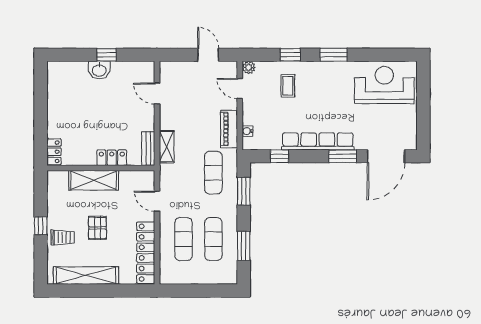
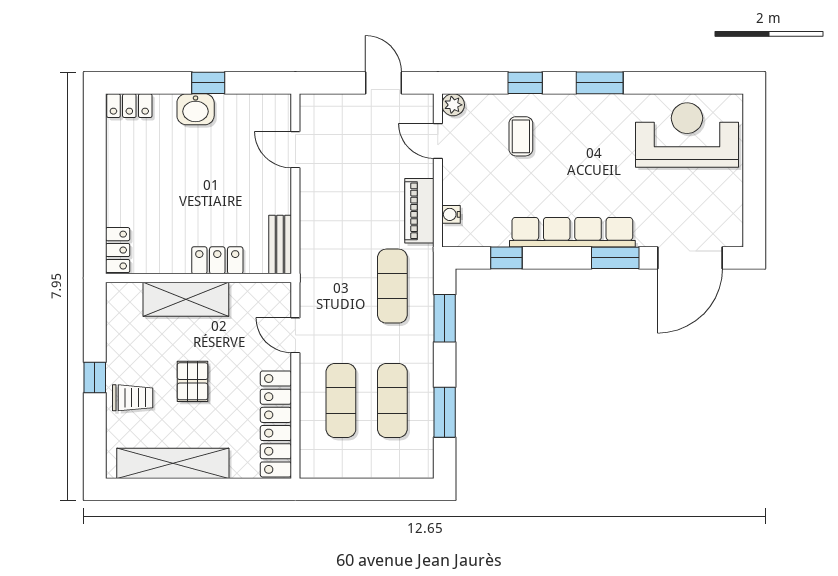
locker: (61, 68) -> (129, 106), added
shelving: (167, 147) -> (312, 241), removed

